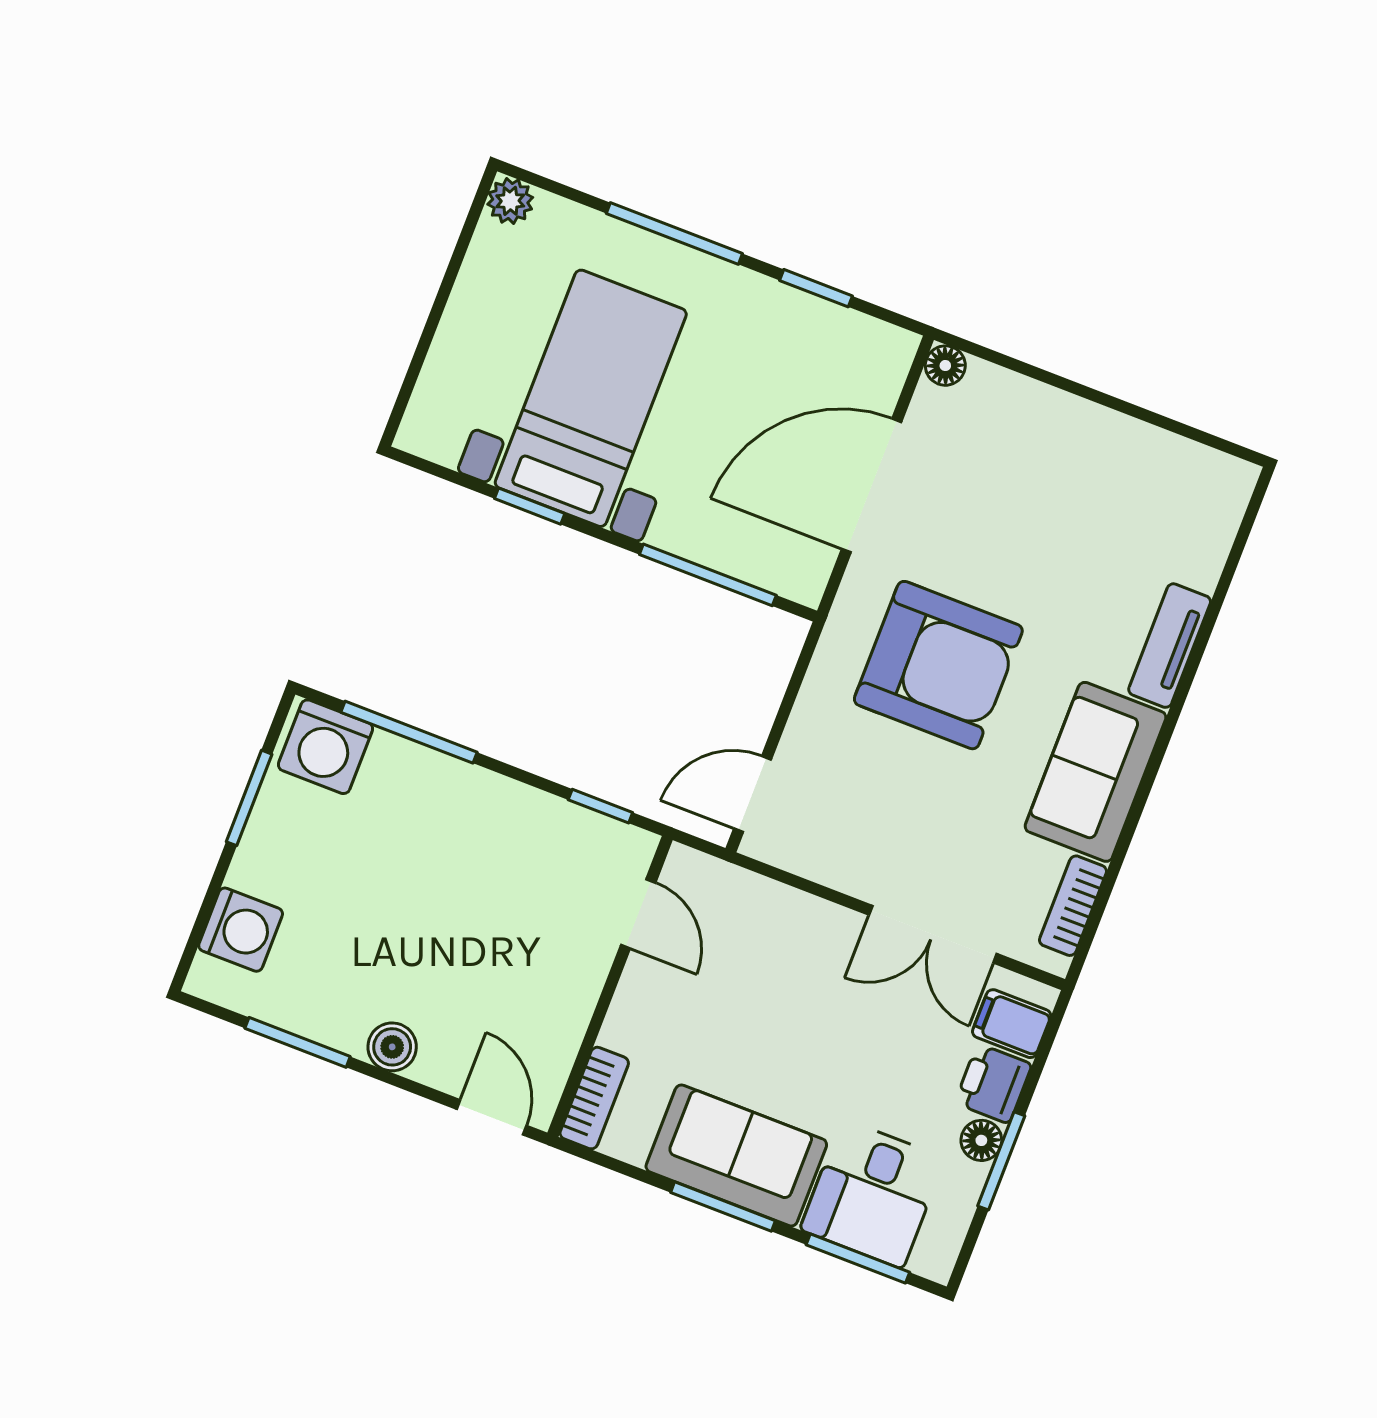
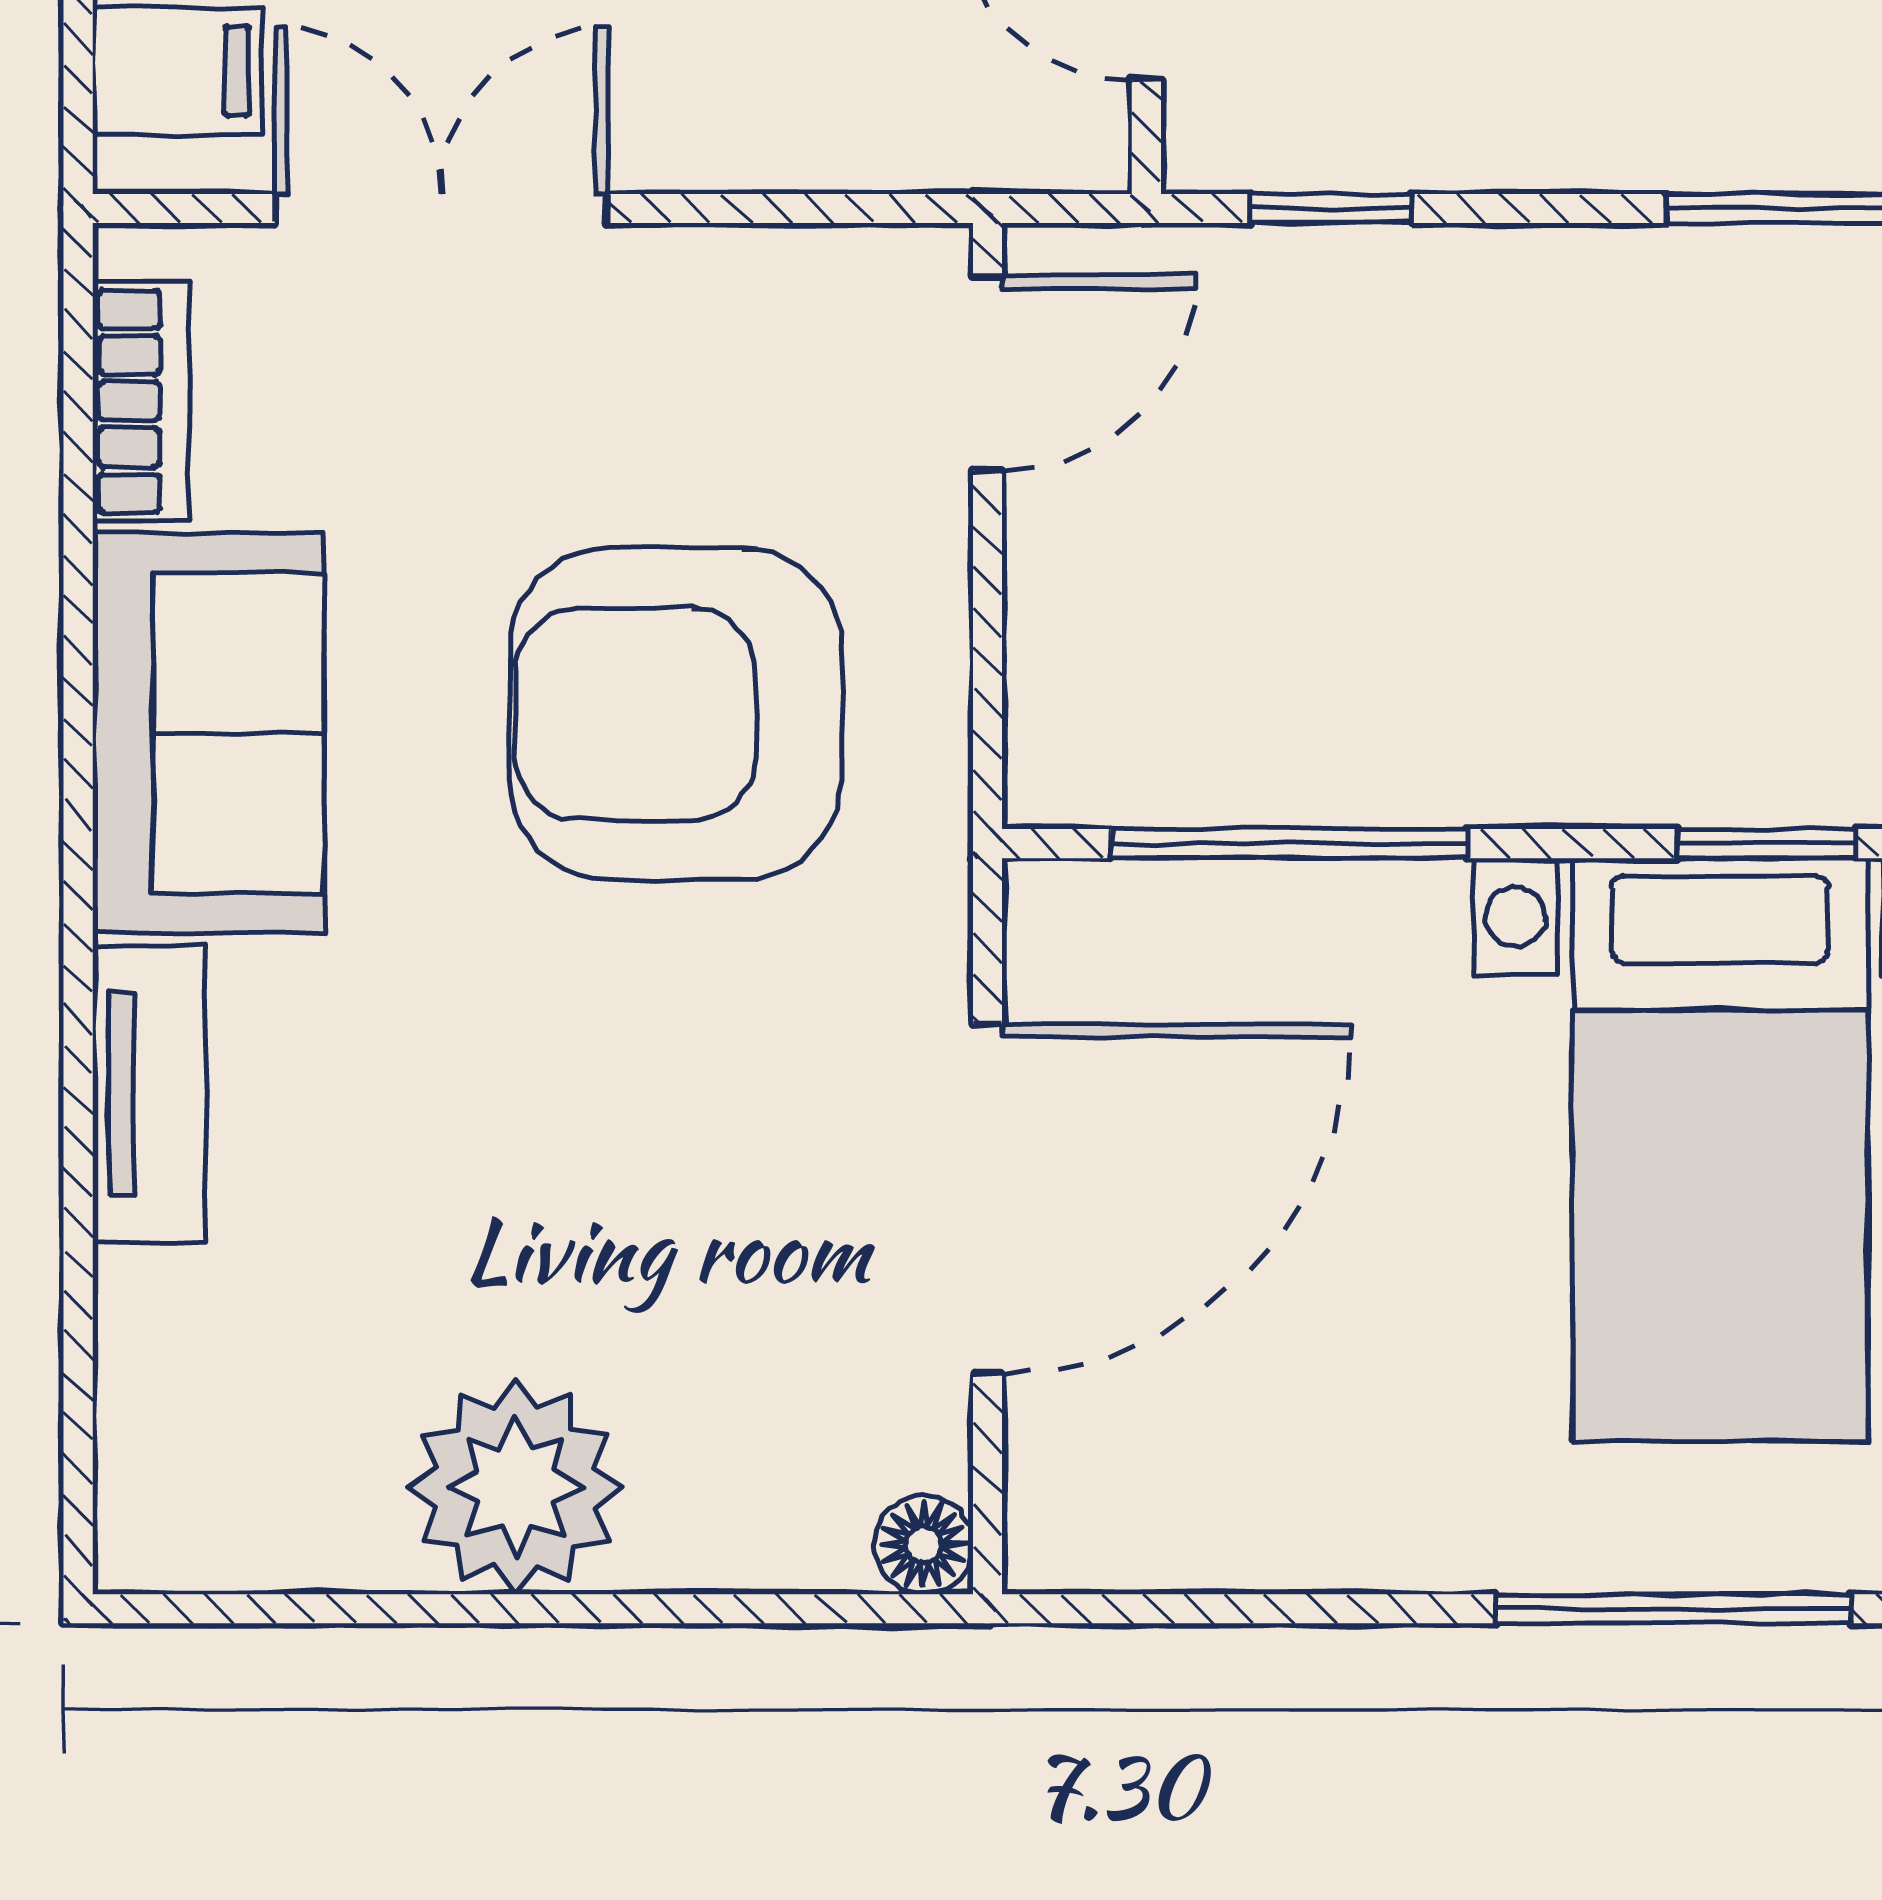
window: (816, 288) -> (1294, 1609), removed
plant: (1089, 446) -> (516, 1487), added
armchair: (938, 665) -> (676, 714), moved

